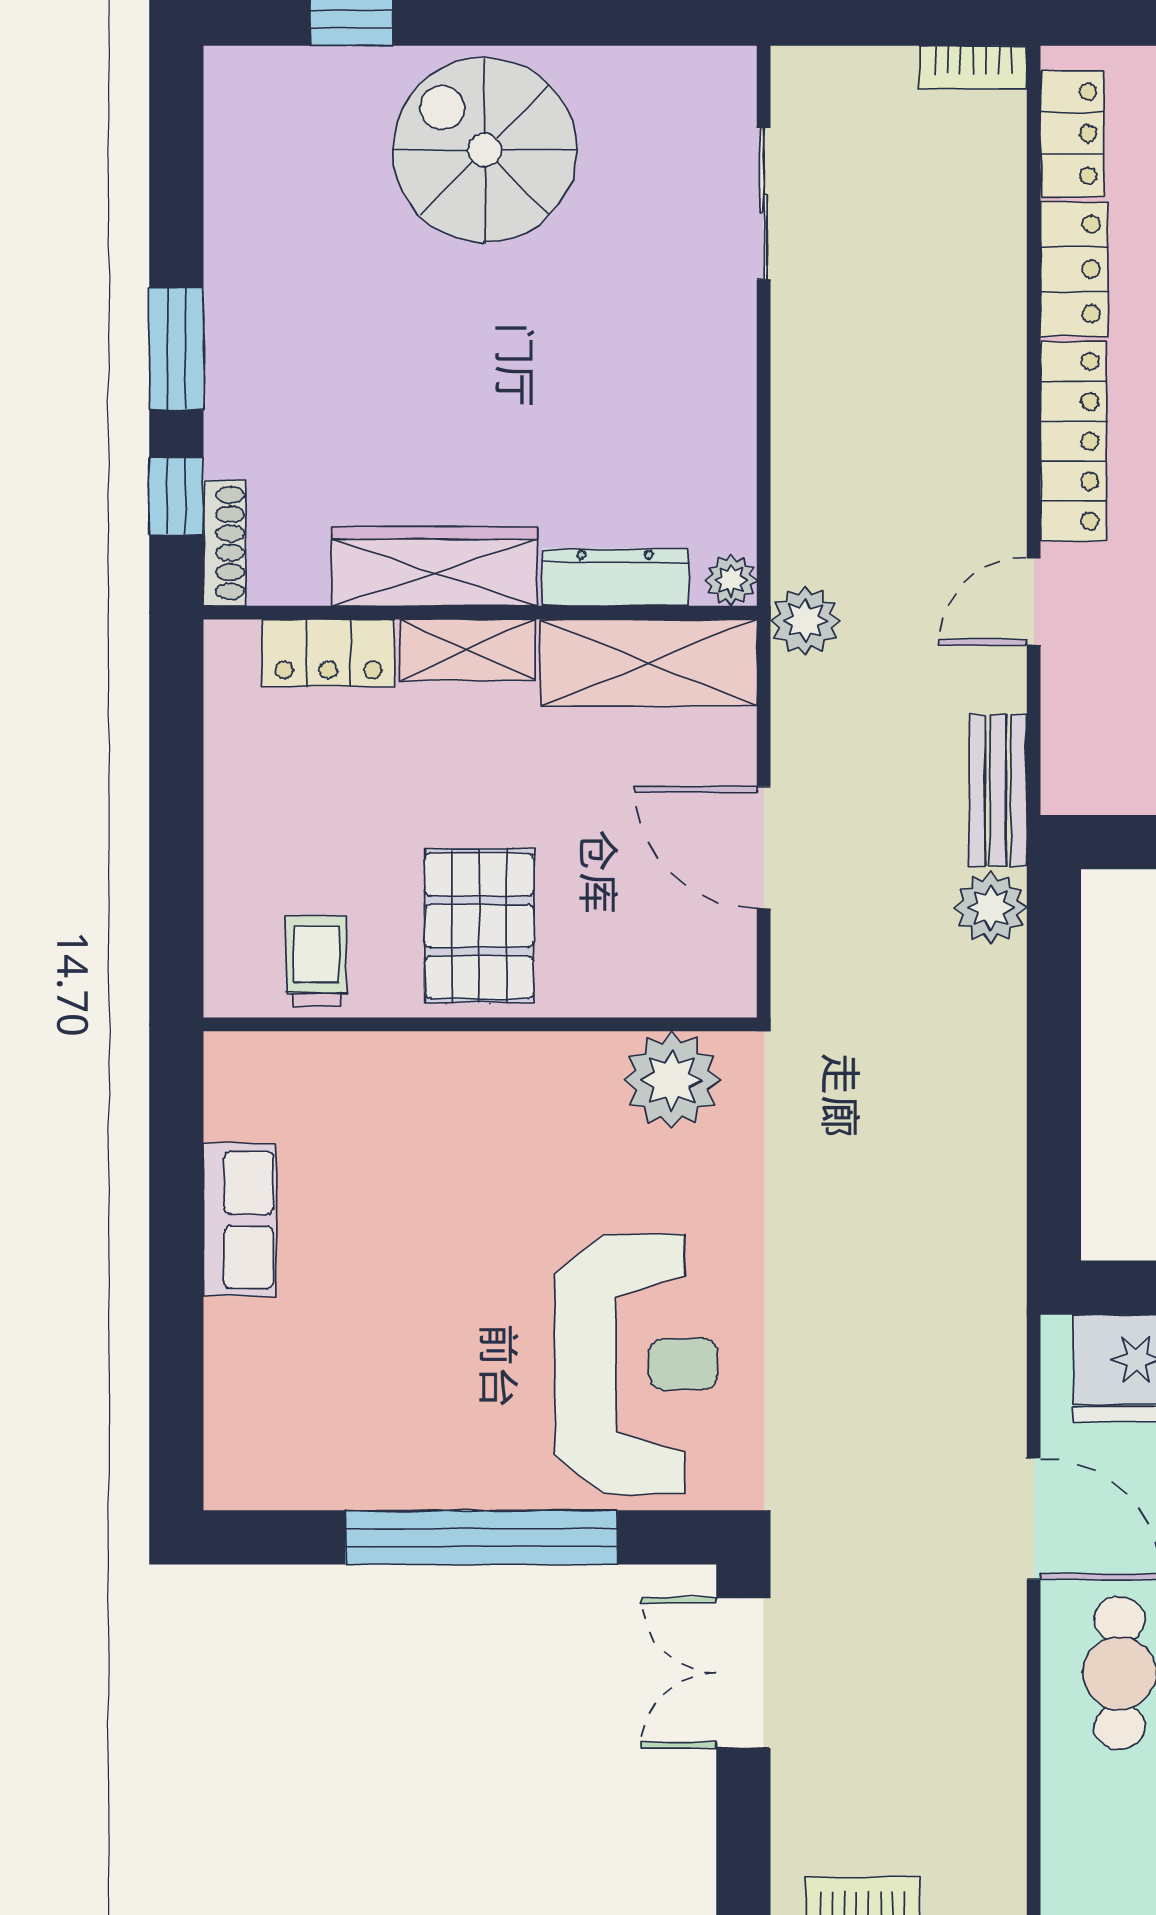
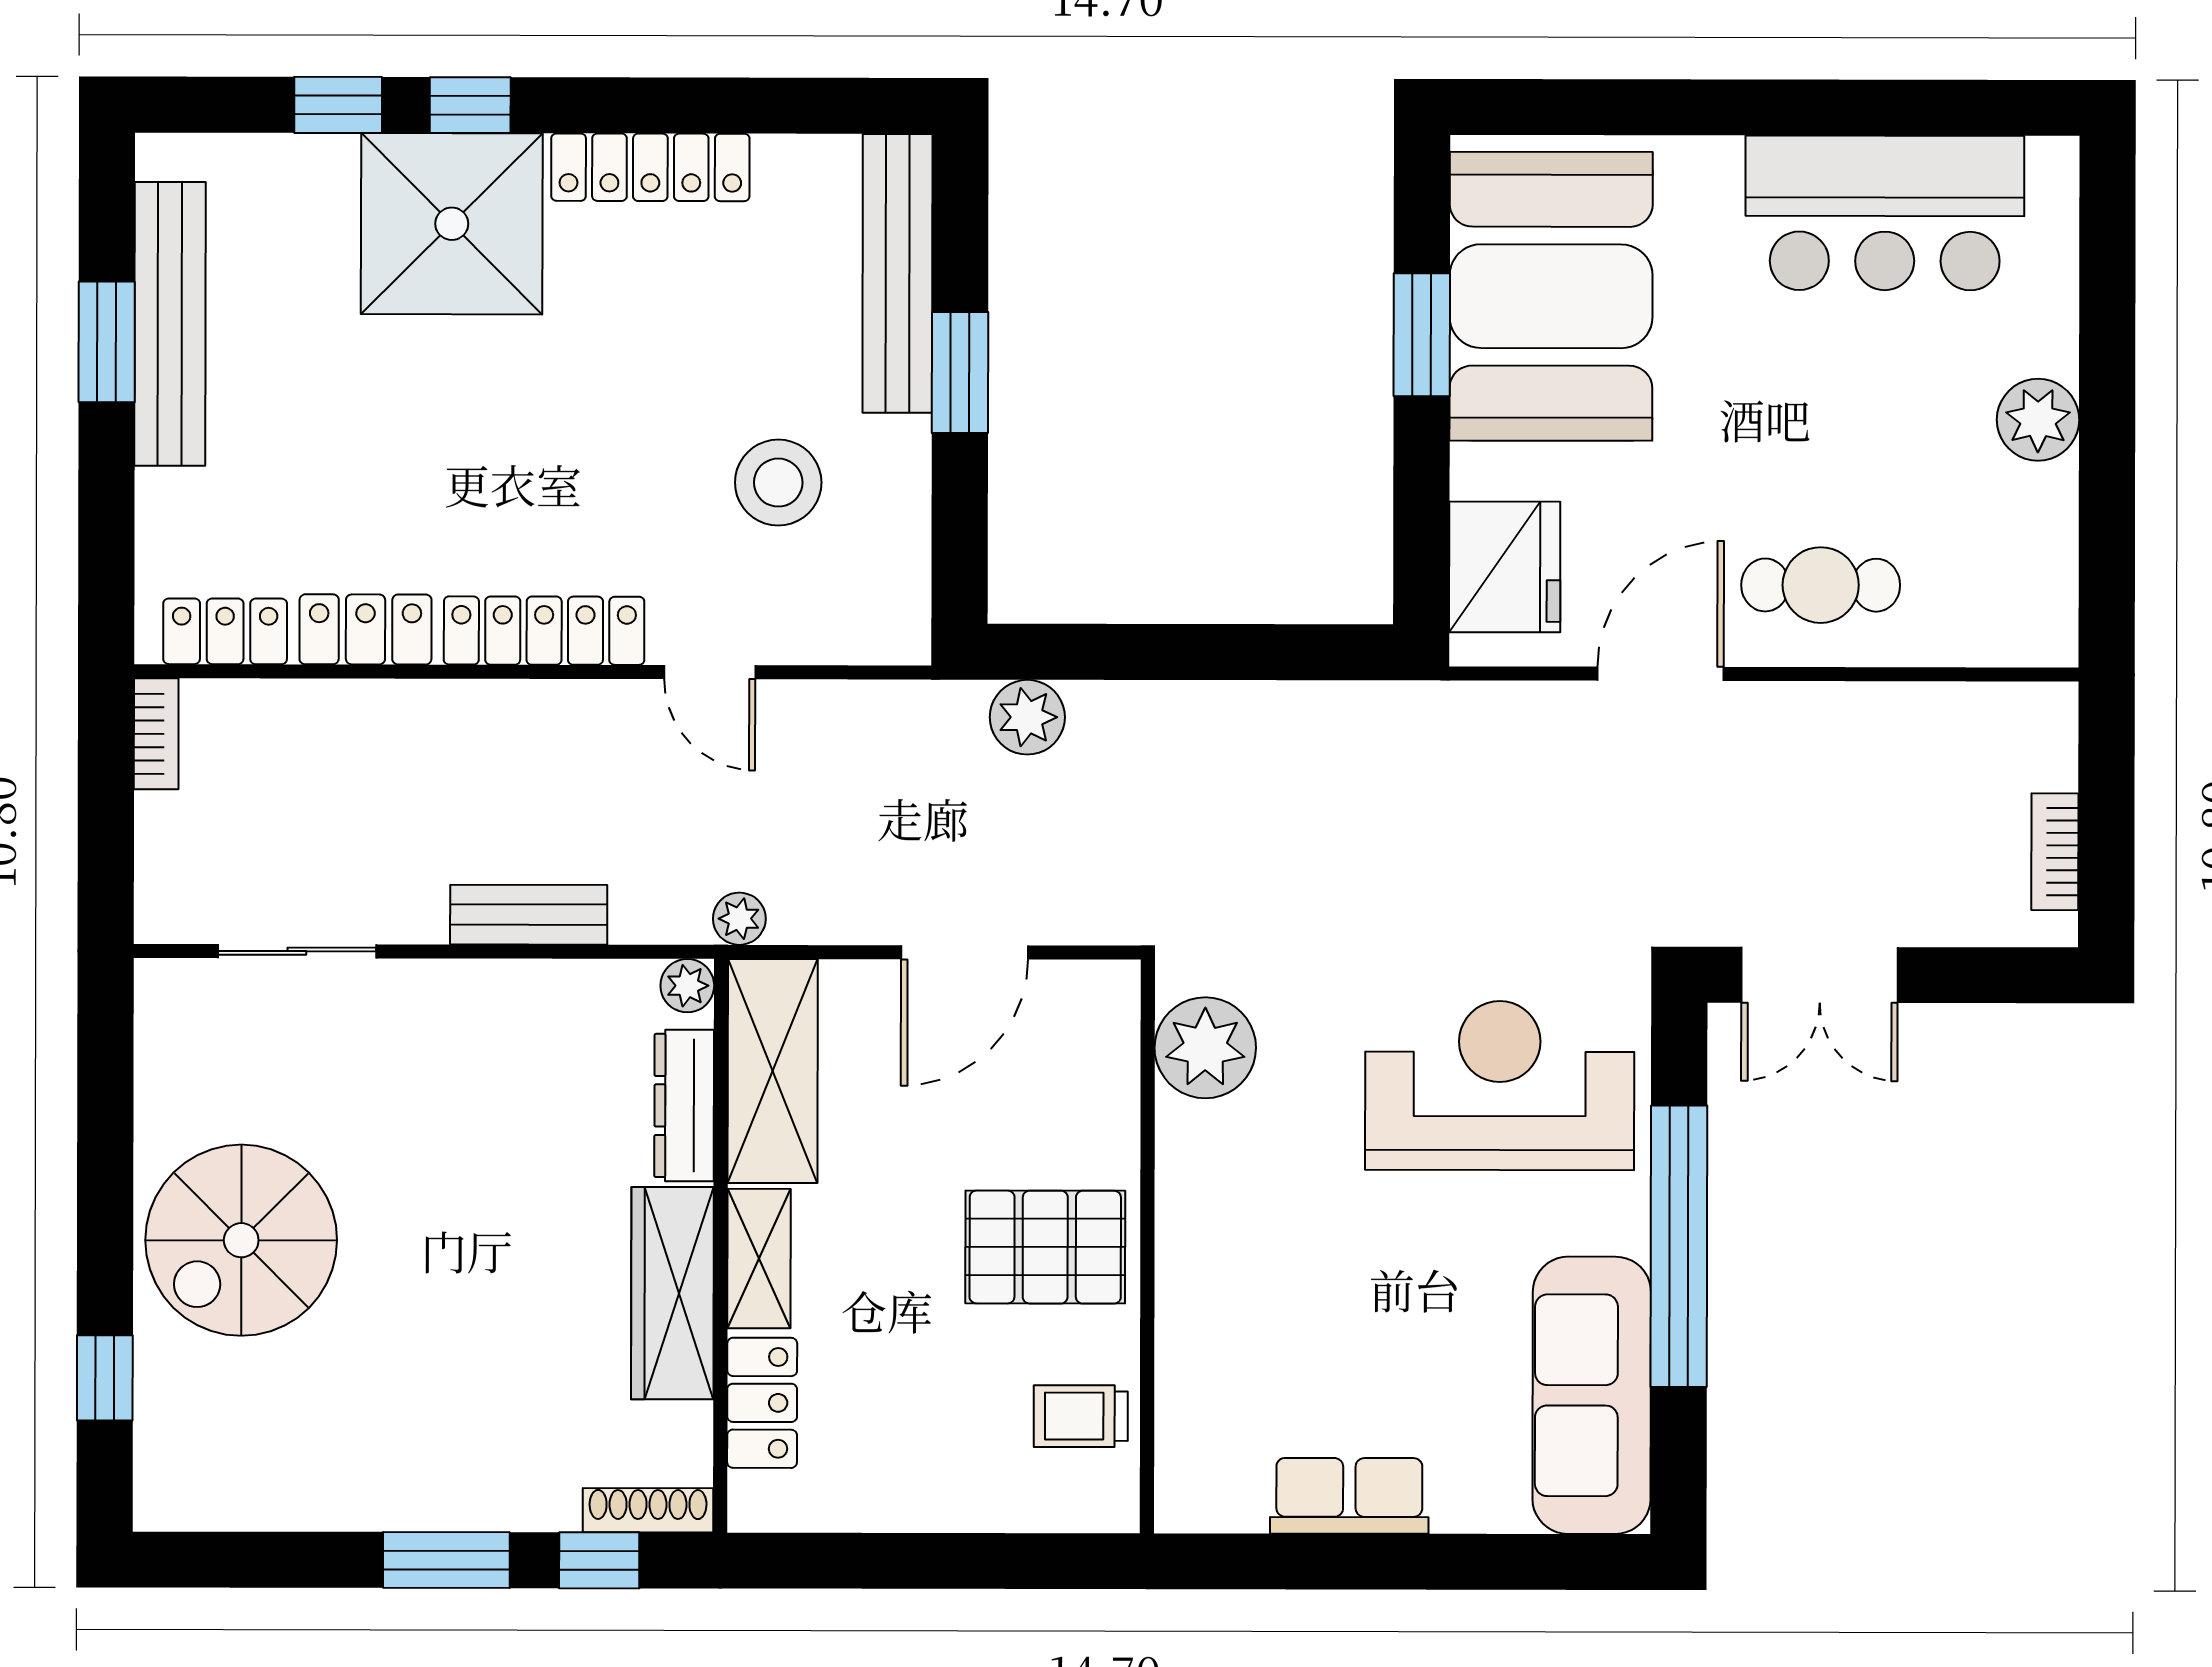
plant: (805, 621) -> (739, 919), width x0.73, depth x0.73
bench: (998, 791) -> (529, 915), moved
sofa: (337, 1454) -> (1592, 1395), added

